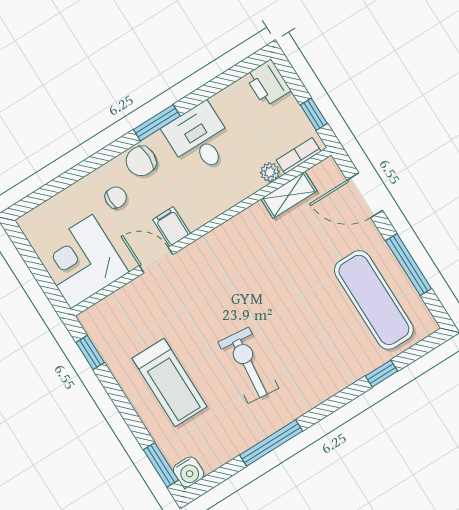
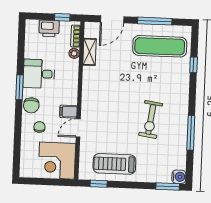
printer: (268, 83) -> (49, 28), moved
exercise bike: (248, 365) -> (151, 120), turned -88
treadmill: (170, 383) -> (114, 164), moved, turned 180

